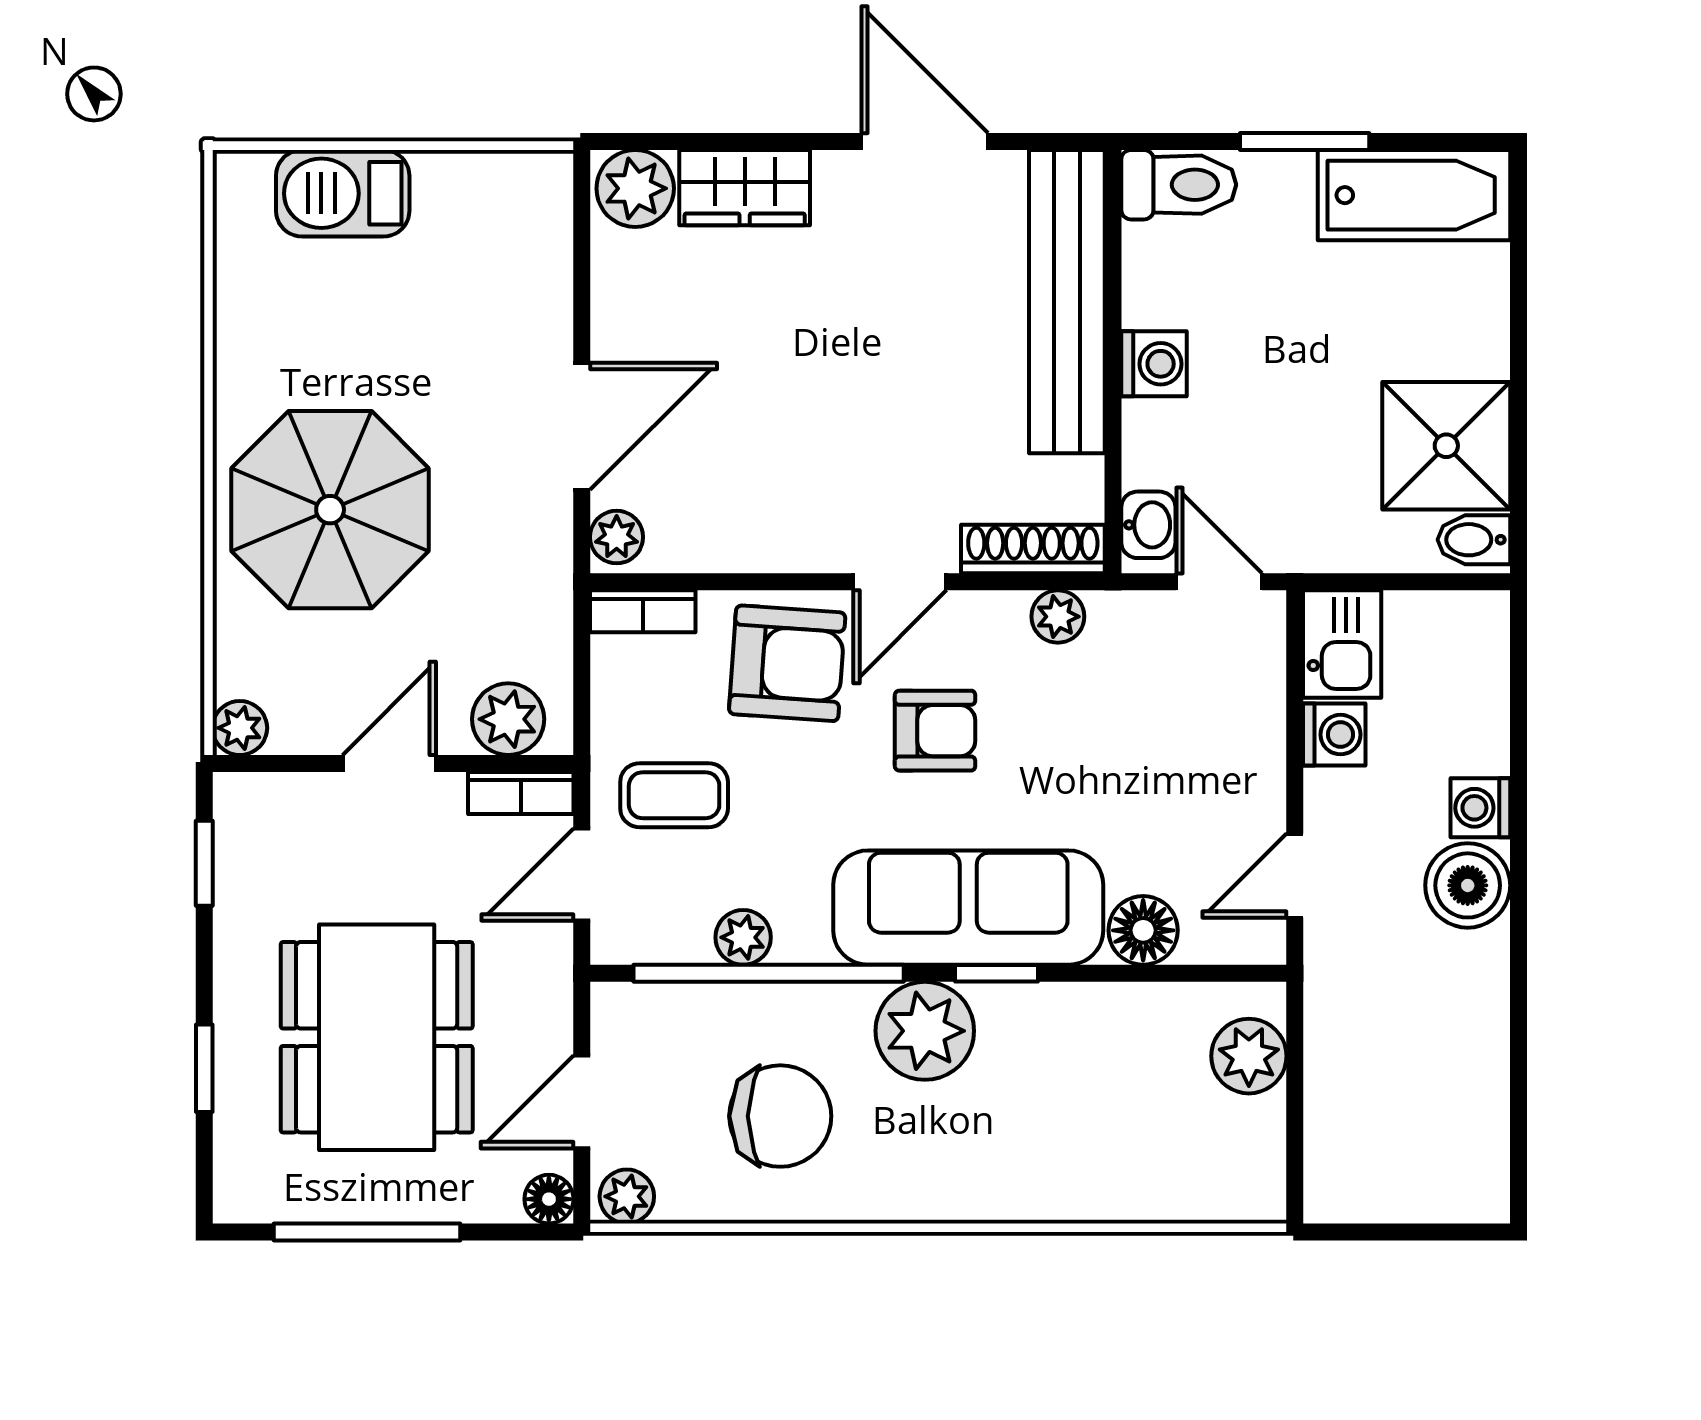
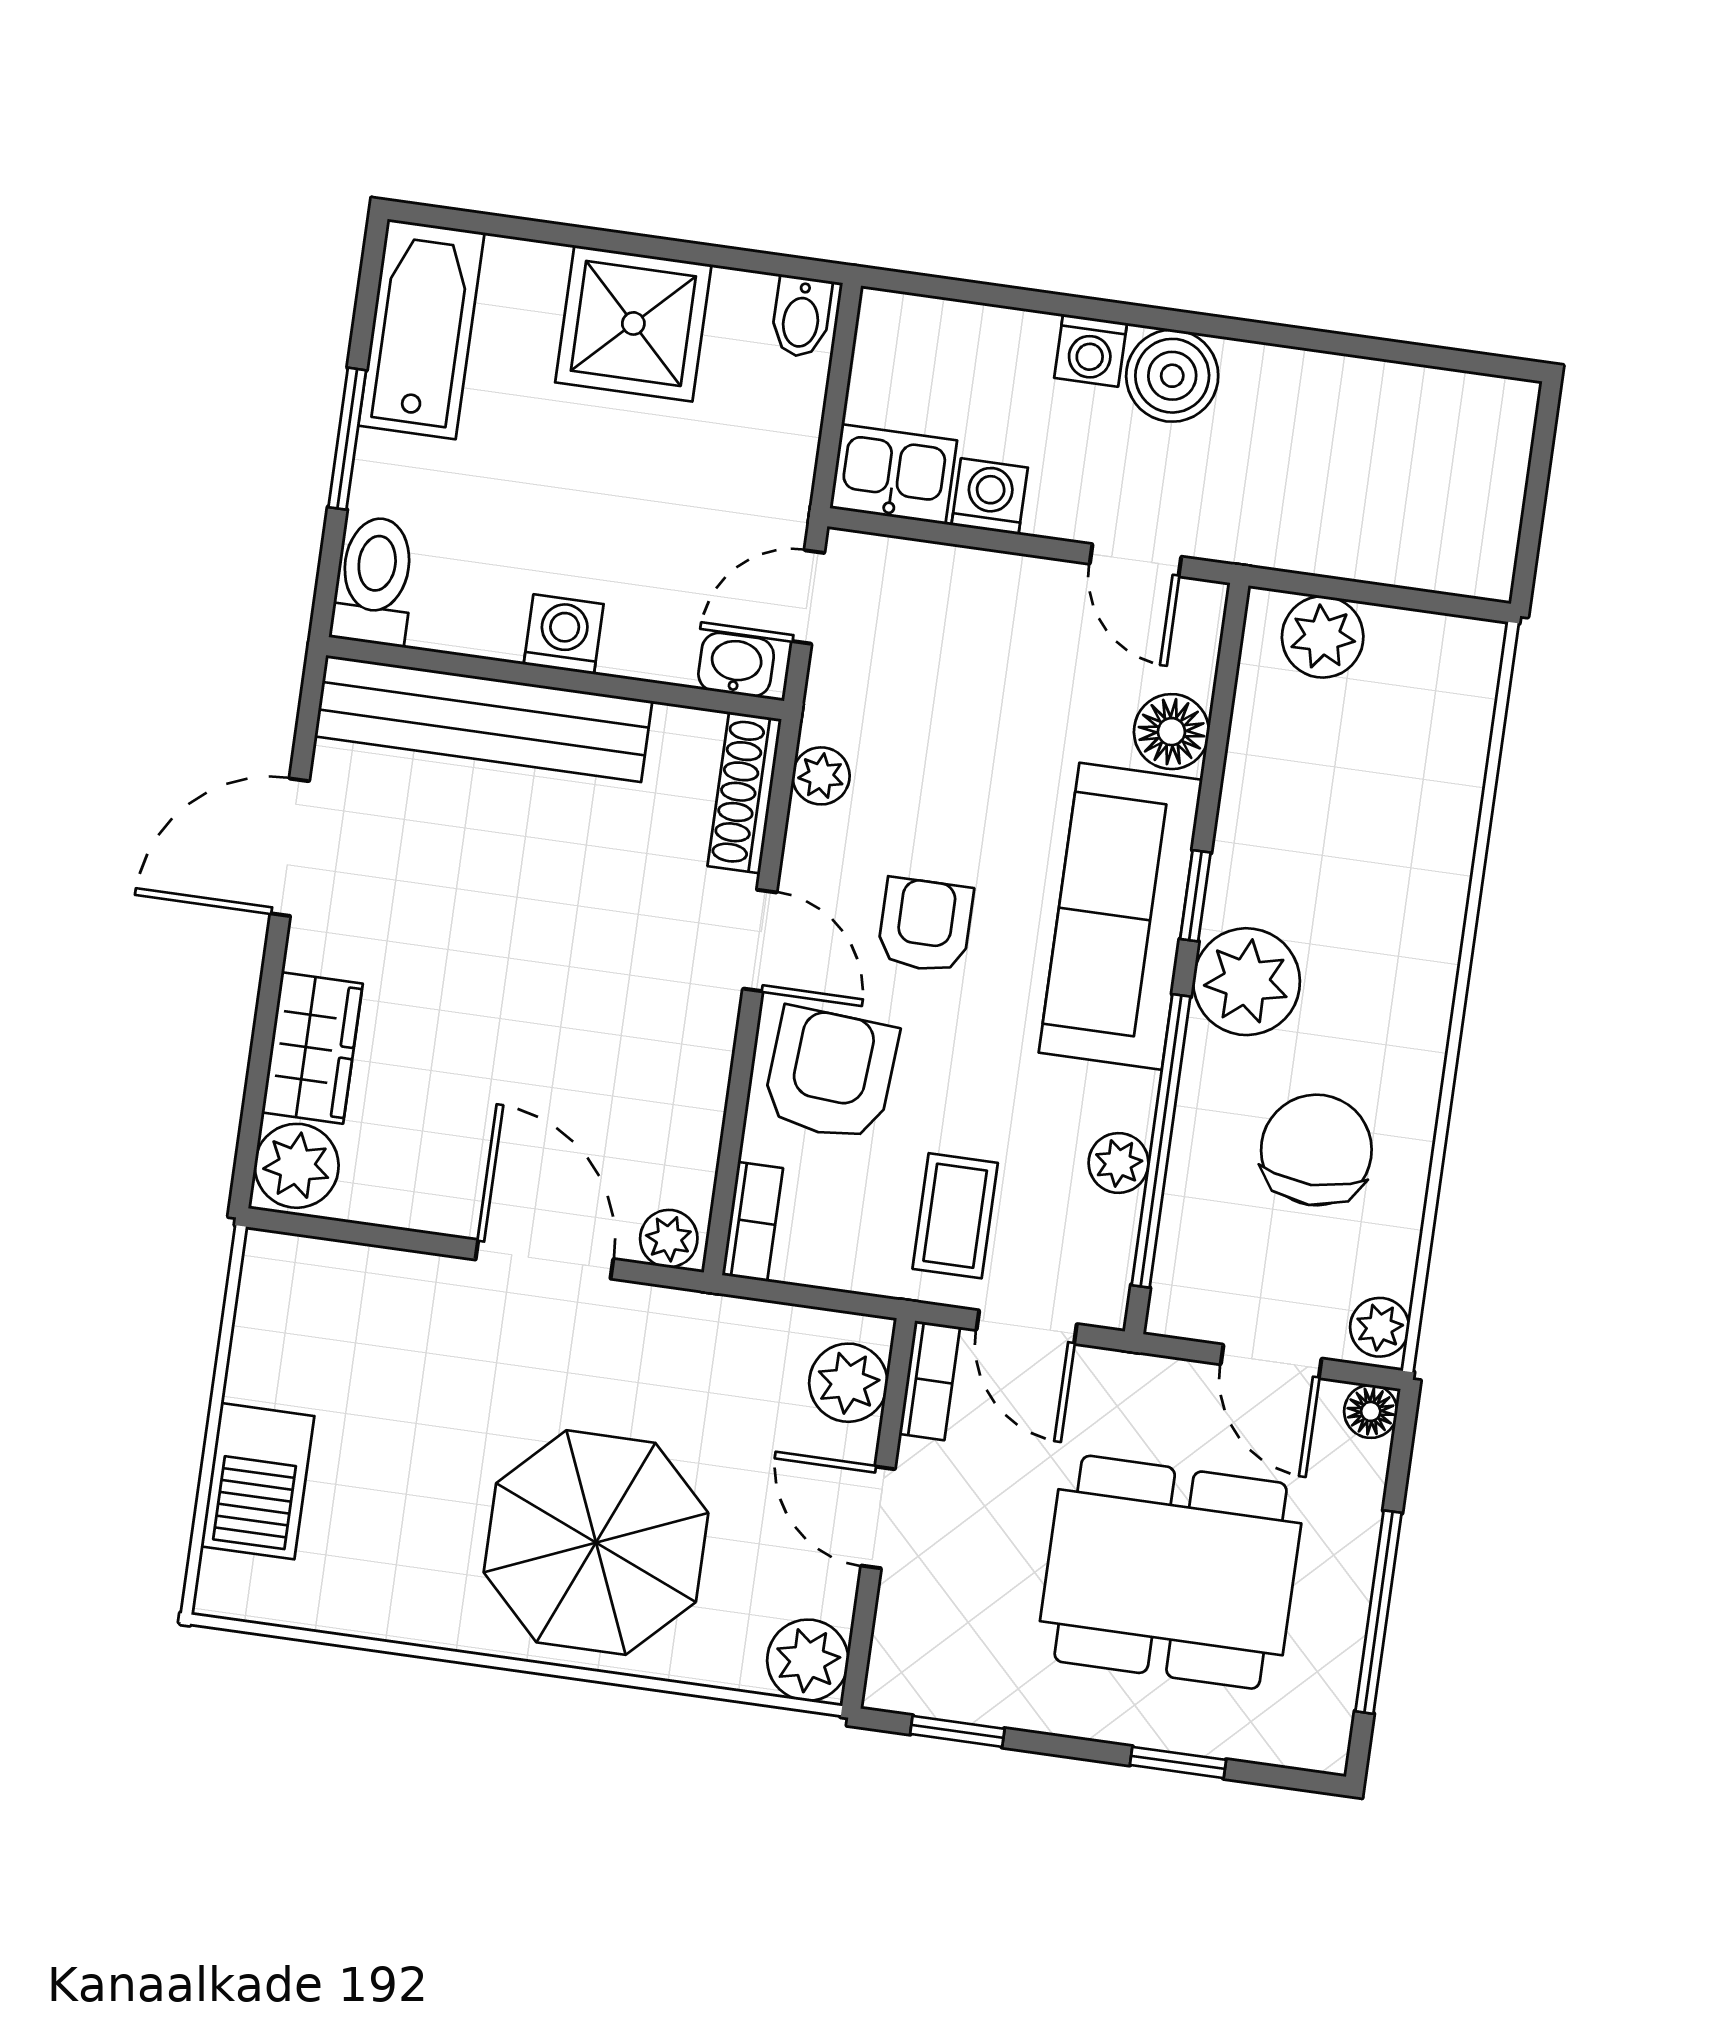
shower: (1446, 446) -> (633, 323), moved
plant: (240, 728) -> (808, 1660), width x1.38, depth x1.38

